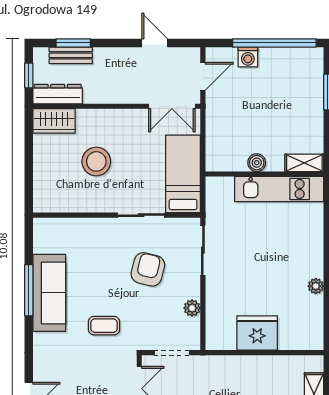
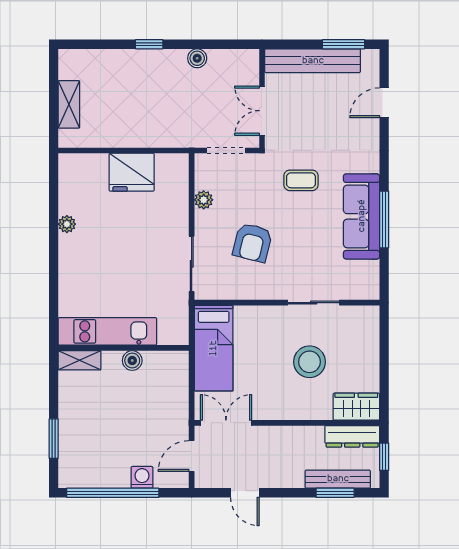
bench: (71, 55) -> (338, 479), width x1.36
sliding door: (141, 215) -> (314, 303), moved

